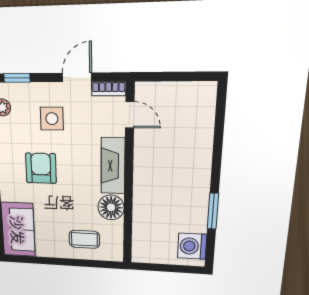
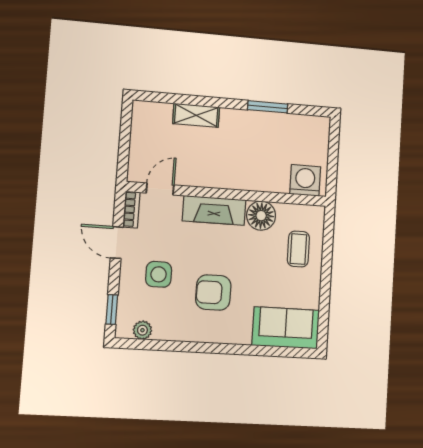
shelving: (203, 145) -> (196, 115), added
washing machine: (192, 246) -> (305, 180), moved, turned 180

